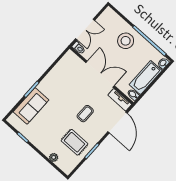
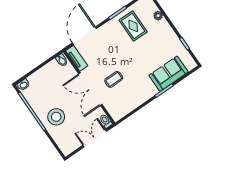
bathtub: (146, 77) -> (45, 75), removed
coffee table: (85, 114) -> (114, 79), moved

